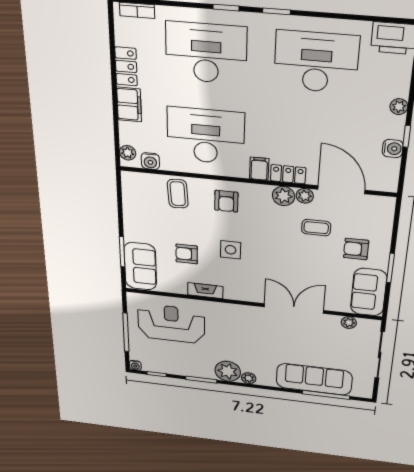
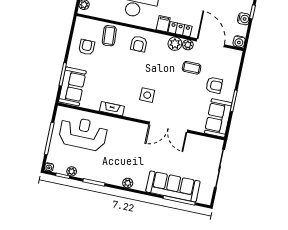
water cooler: (150, 161) -> (239, 42), moved
armchair: (356, 249) -> (214, 85), turned 180
side table: (231, 250) -> (147, 95), moved
armchair: (187, 254) -> (87, 47), moved, turned 90
double door: (294, 309) -> (168, 127), swing flipped
plant: (349, 323) -> (203, 141), removed
plant: (228, 371) -> (72, 171), moved, width x0.53, depth x0.53

